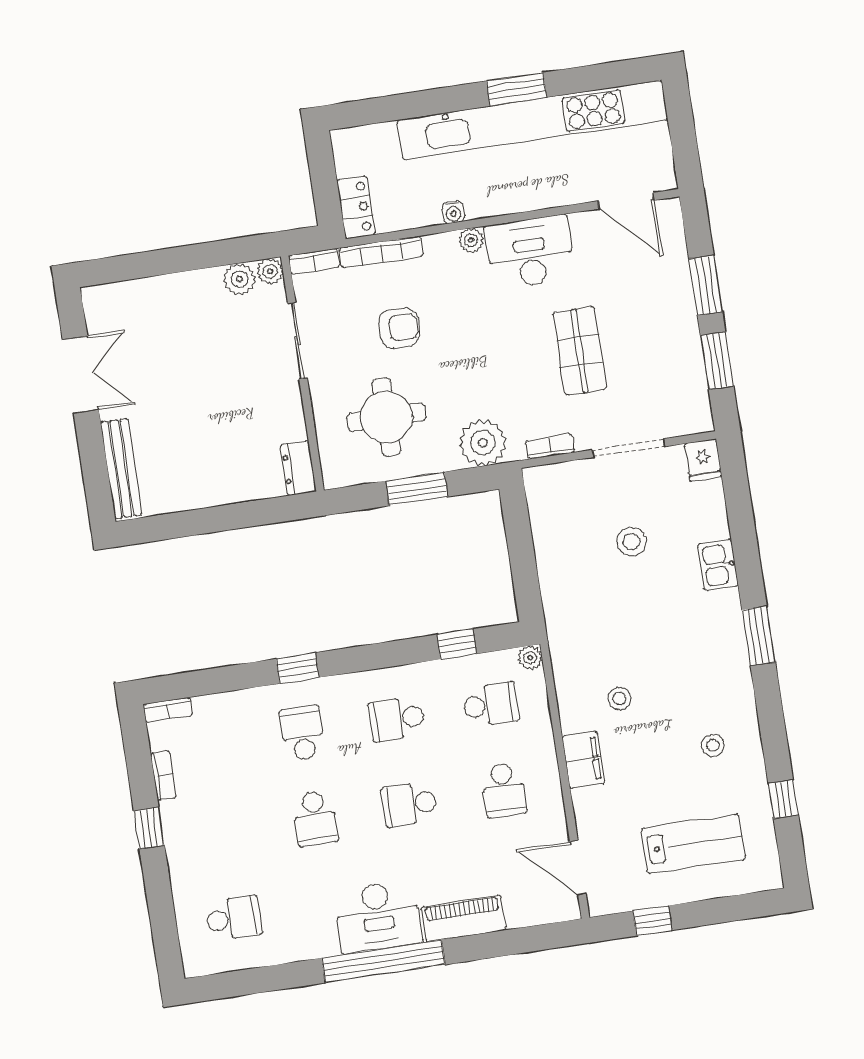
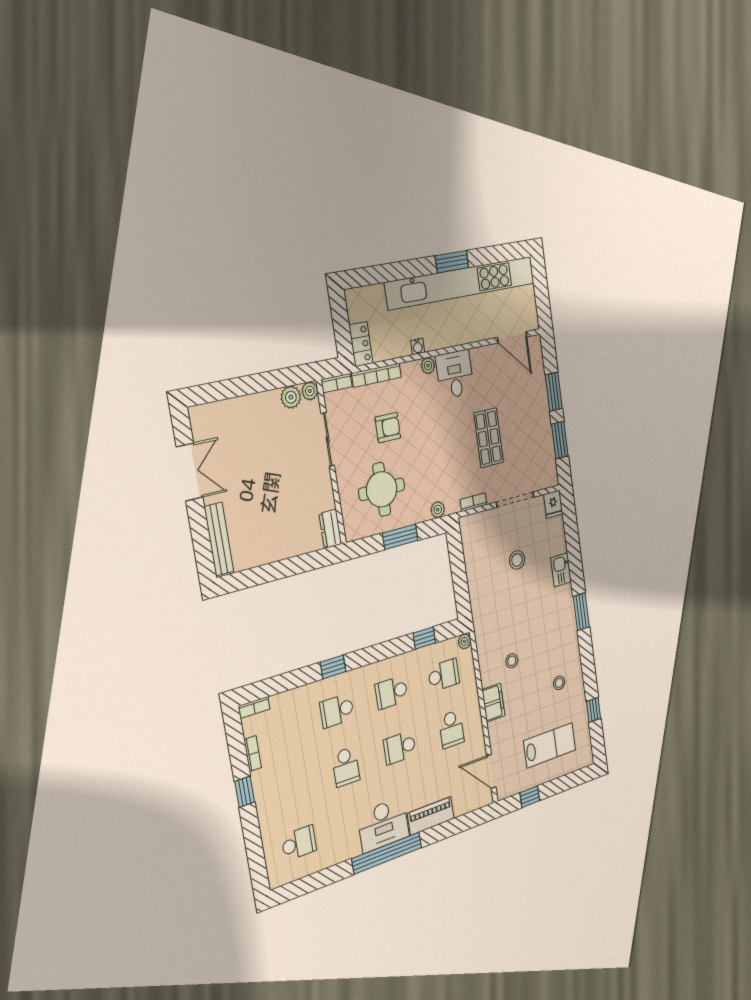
desk: (530, 252) -> (455, 374), width x0.73
plant: (483, 443) -> (438, 510), width x0.53, depth x0.53
school desk: (302, 733) -> (337, 711), turned -90

